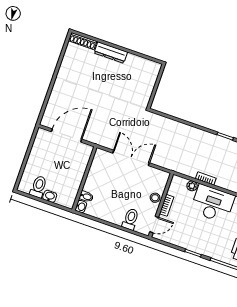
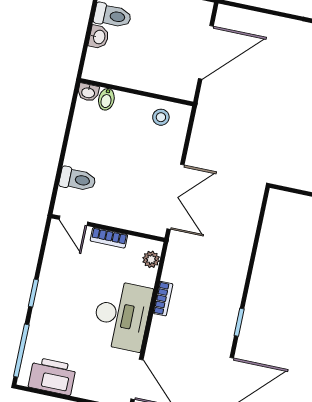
door: (67, 135) -> (206, 52), hinge flipped
double door: (131, 158) -> (175, 197), moved
plant: (192, 186) -> (151, 259), moved
stool: (155, 198) -> (161, 117), moved

